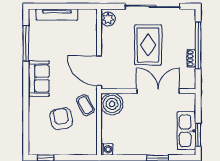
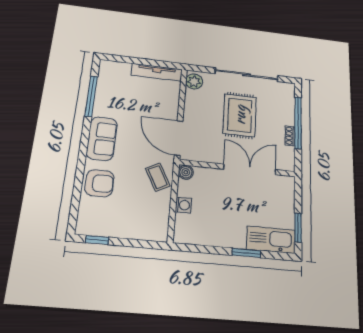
tv unit: (57, 15) -> (157, 72), moved
boiler: (112, 104) -> (186, 172), width x0.54, depth x0.54
armchair: (61, 119) -> (99, 183), moved, turned 101
kitchen sink: (186, 131) -> (271, 240), moved, turned 90
washing machine: (107, 149) -> (183, 205), moved

